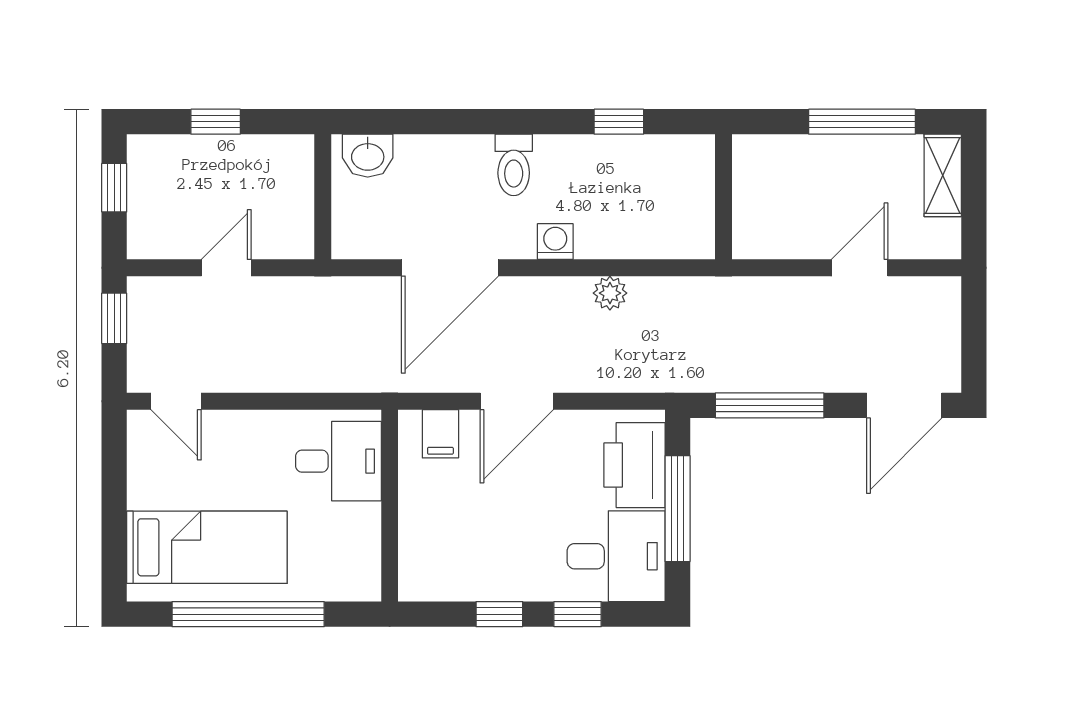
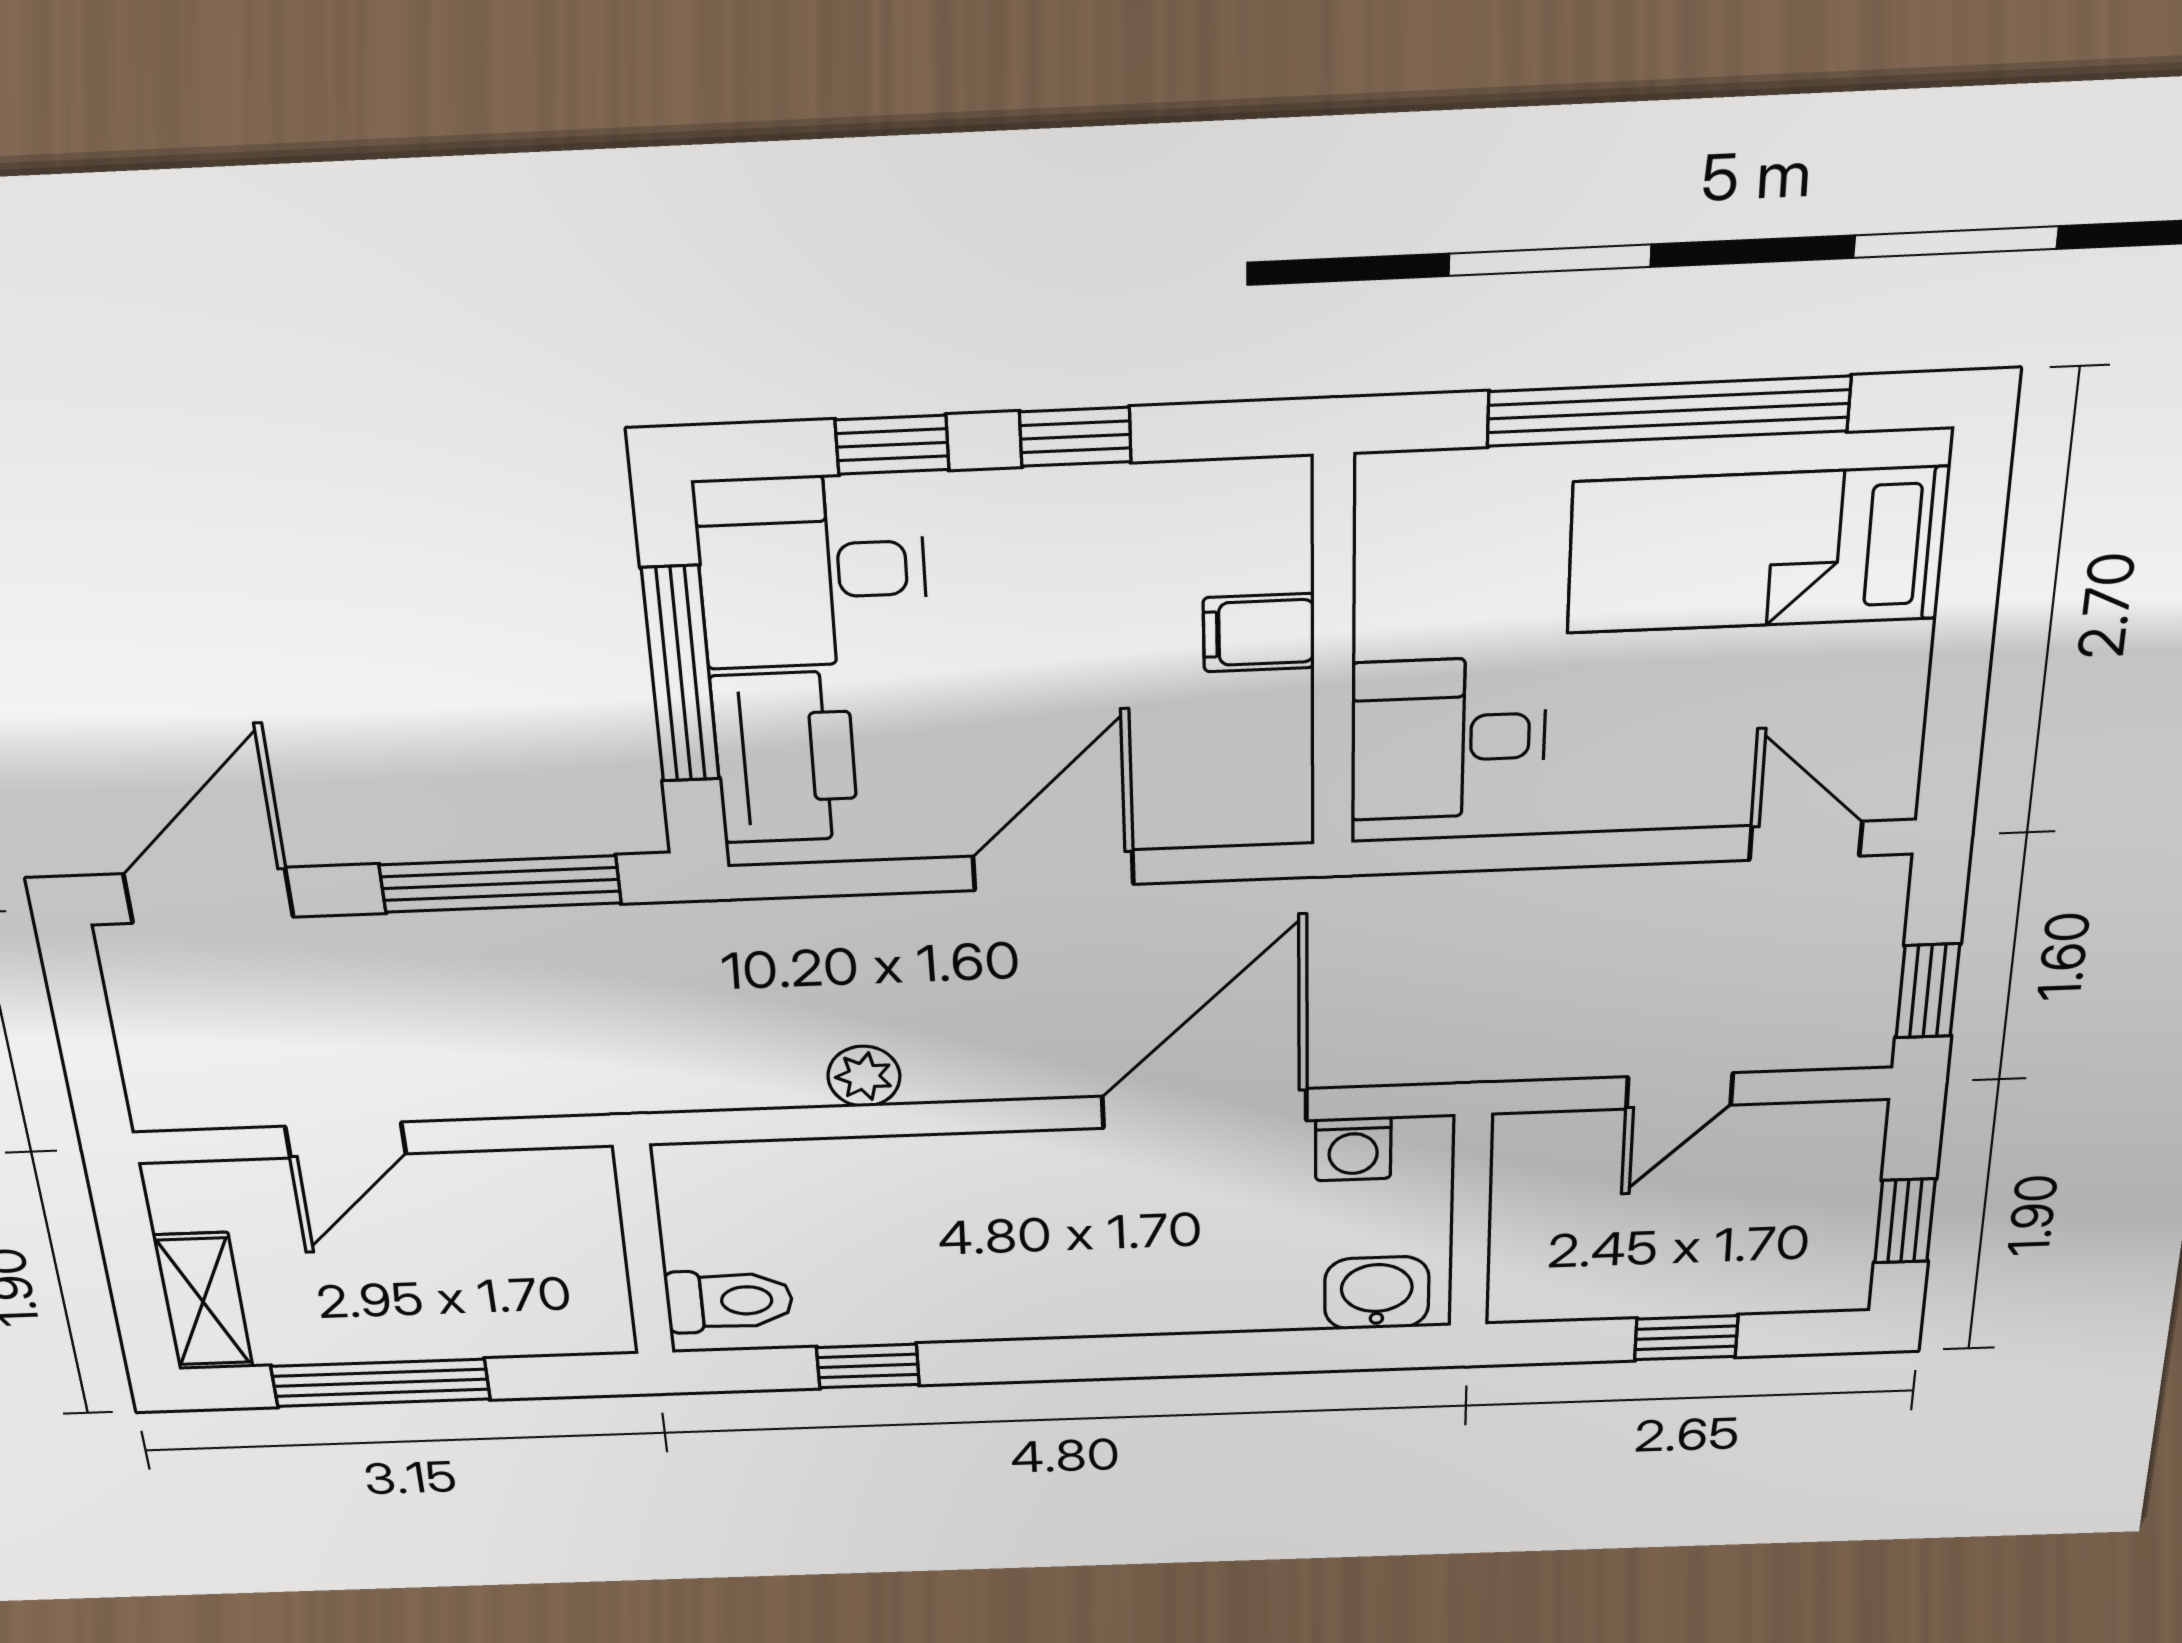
toilet: (514, 165) -> (729, 1301), moved, turned 90
washing machine: (555, 242) -> (1353, 1149), moved
filing cabinet: (440, 434) -> (1259, 633), moved, turned -90

